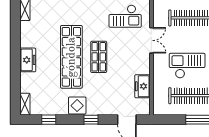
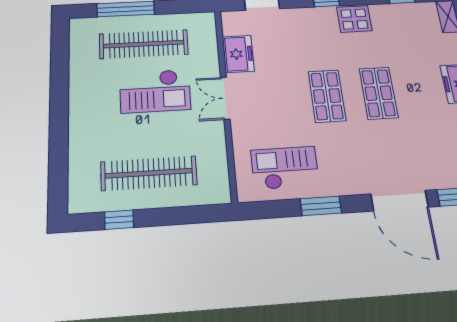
double door: (151, 40) -> (225, 98), moved
shop shelf: (71, 57) -> (378, 93), width x0.50, depth x0.74

